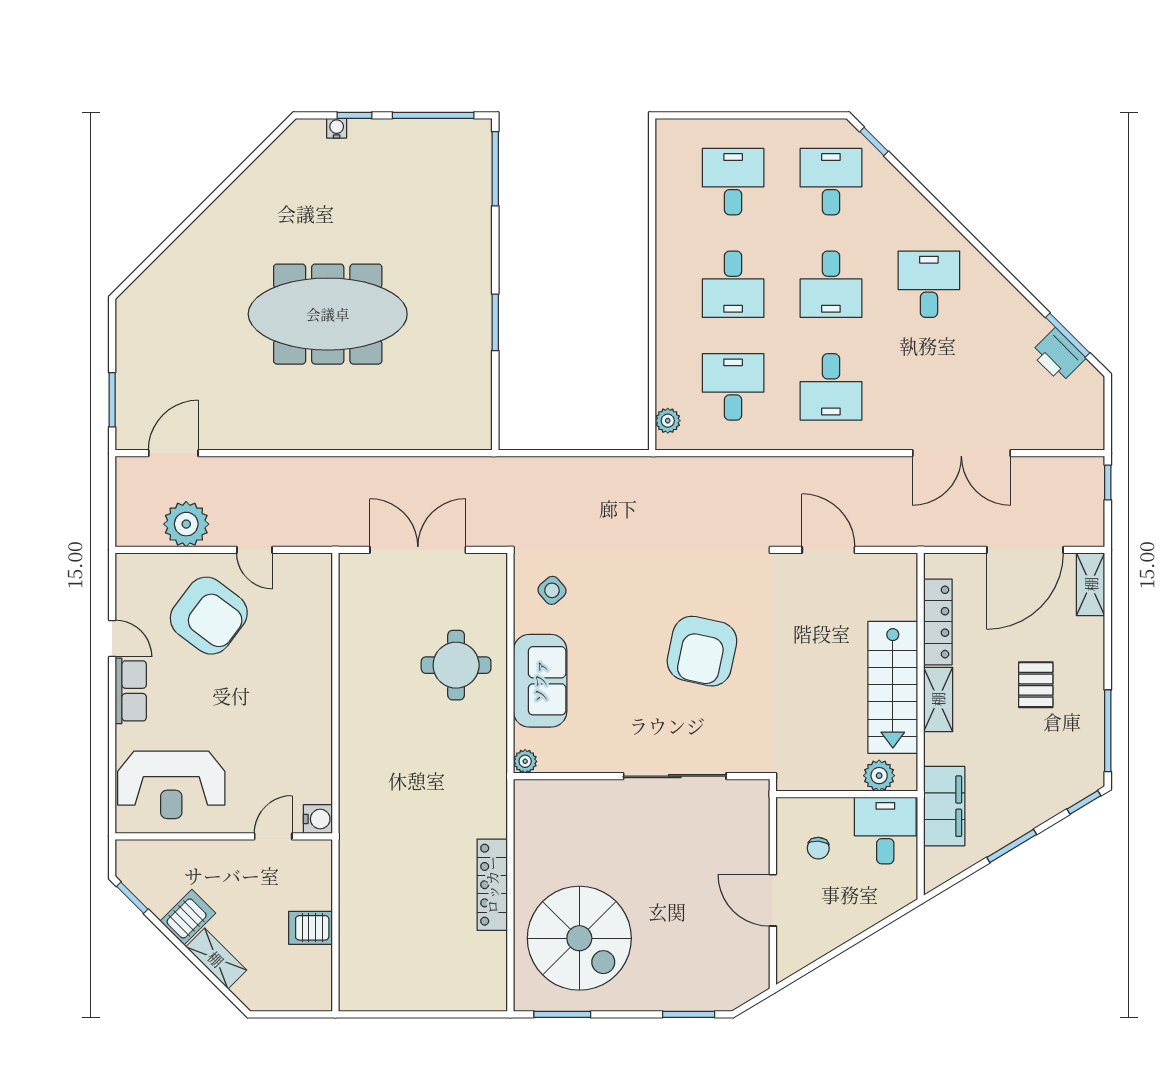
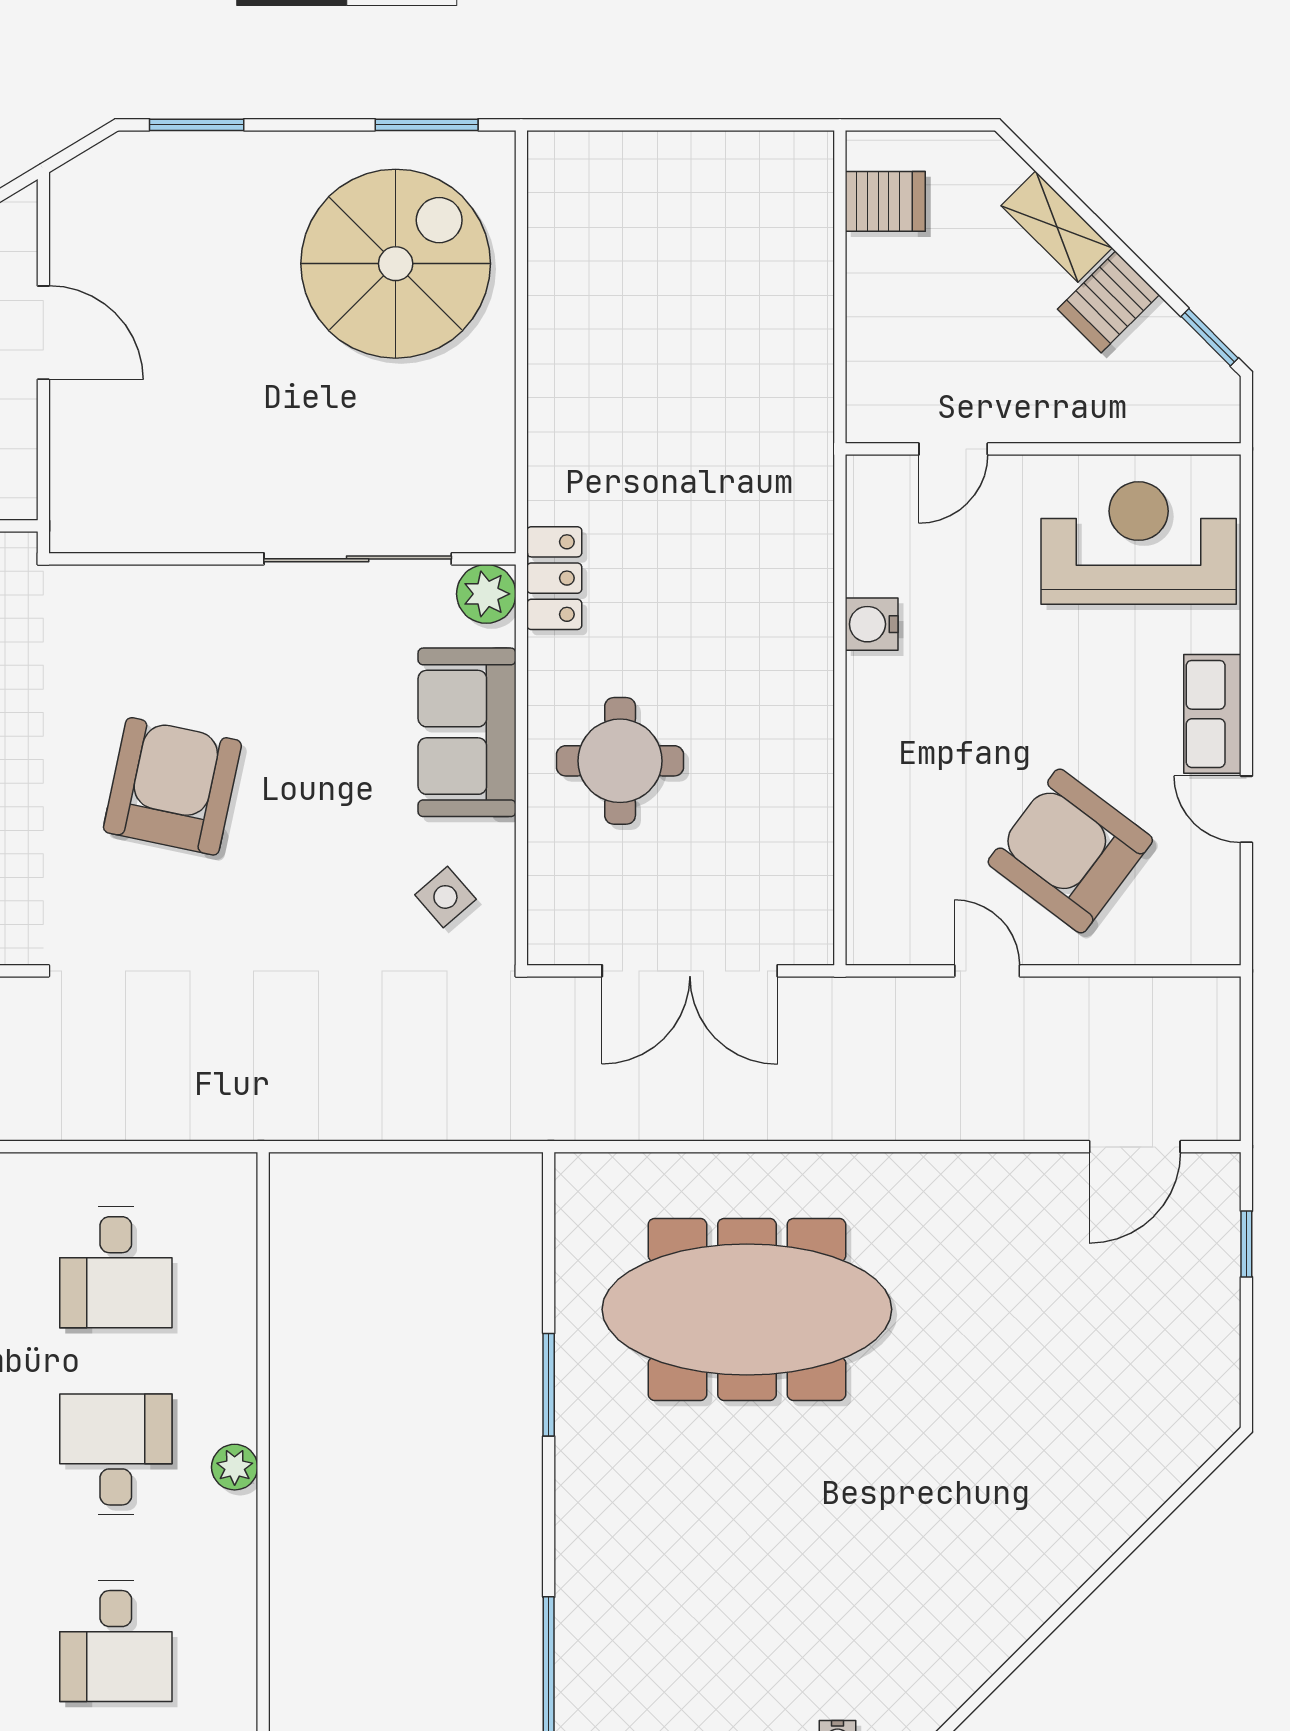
meeting table: (328, 314) -> (747, 1309), moved
window: (112, 400) -> (1246, 1244), width x0.67
plant: (668, 421) -> (235, 1467), moved
plant: (186, 524) -> (1111, 1018), removed
plant: (525, 761) -> (486, 594), width x1.38, depth x1.38
sliding door: (675, 776) -> (358, 559), moved
water cooler: (318, 819) -> (872, 624), moved
locker: (492, 885) -> (554, 578), moved, width x0.66
server rack: (310, 928) -> (885, 201), moved
spiral stairs: (579, 938) -> (396, 264), turned 90

